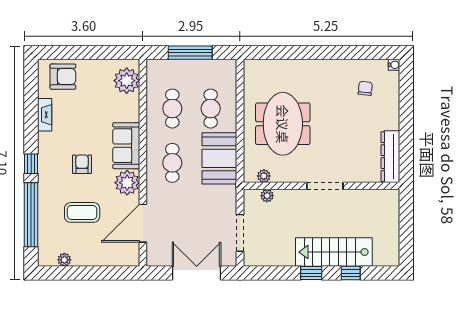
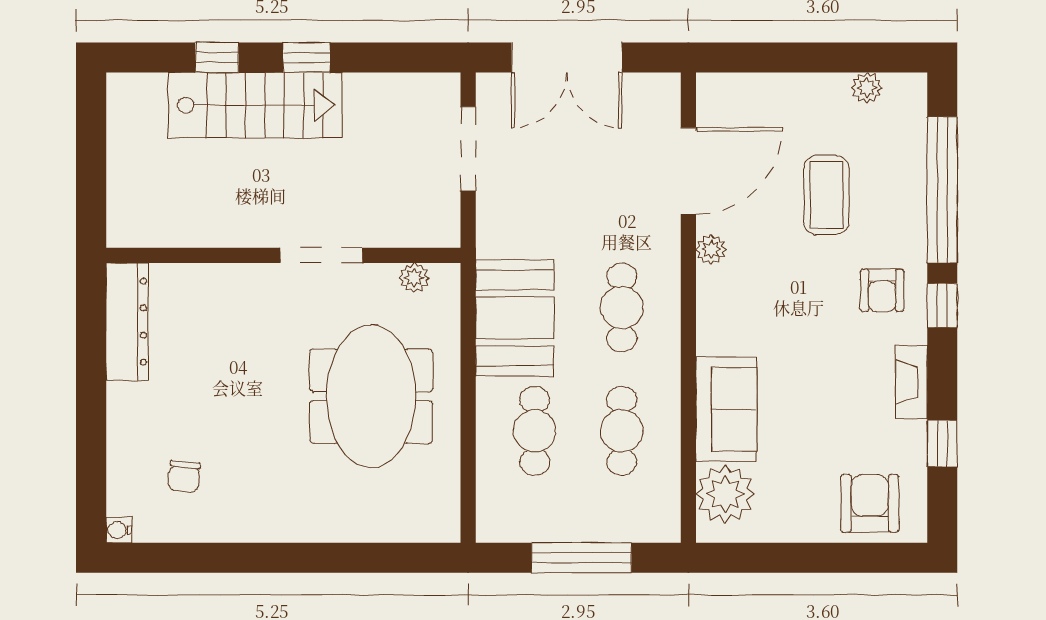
armchair: (63, 77) -> (870, 503), turned 90
window: (31, 103) -> (942, 443), added
fireplace: (45, 115) -> (912, 382), moved
sofa: (126, 146) -> (726, 409), moved
armchair: (82, 164) -> (882, 290), moved
plant: (127, 183) -> (711, 249), width x0.53, depth x0.53
doorway: (325, 186) -> (321, 255), moved
plant: (267, 196) -> (407, 233), removed
coffee table: (82, 212) -> (826, 195), turned 90

